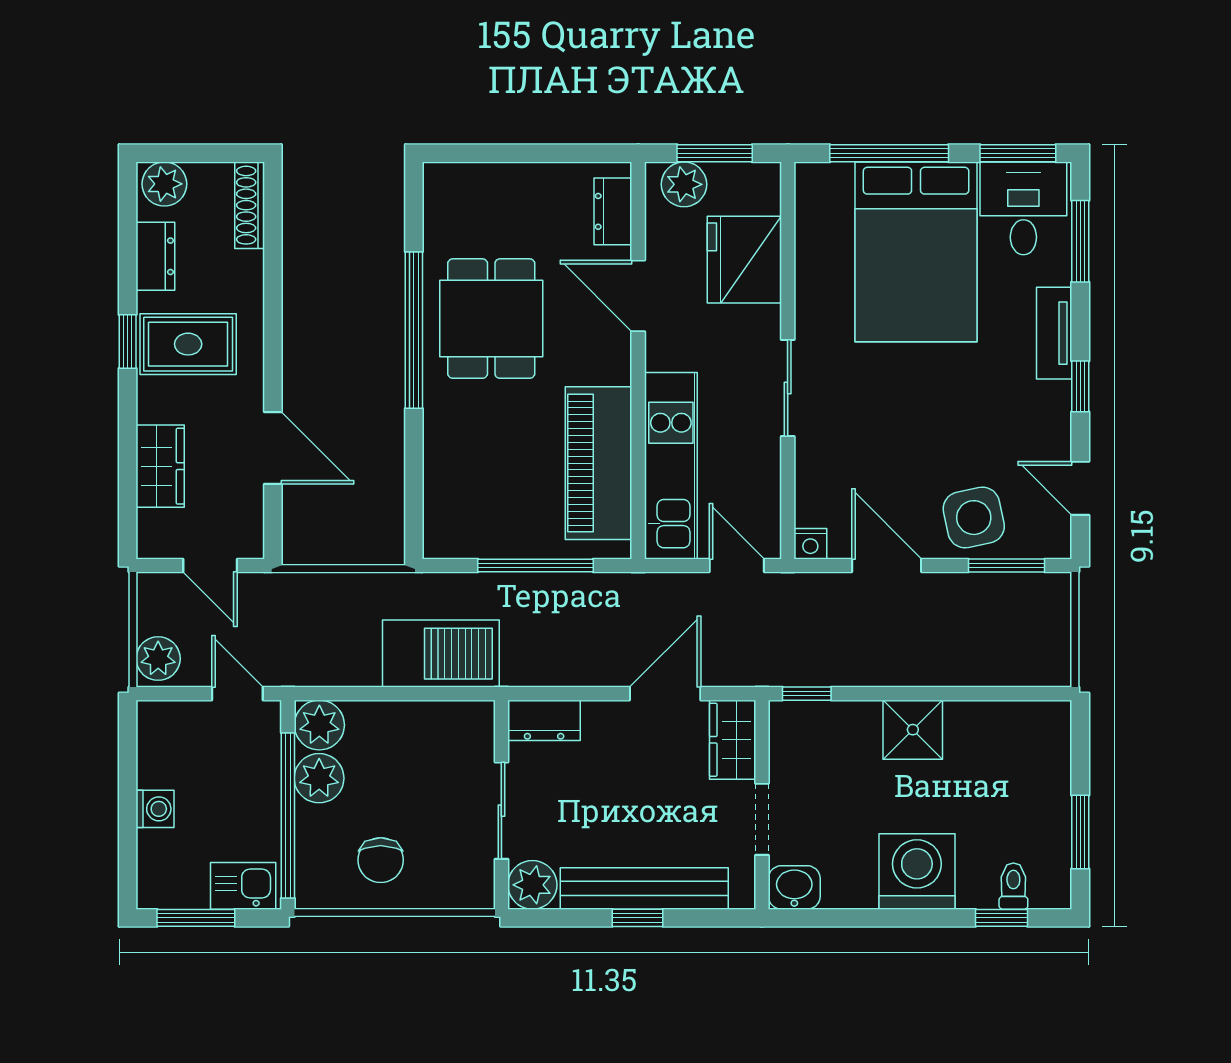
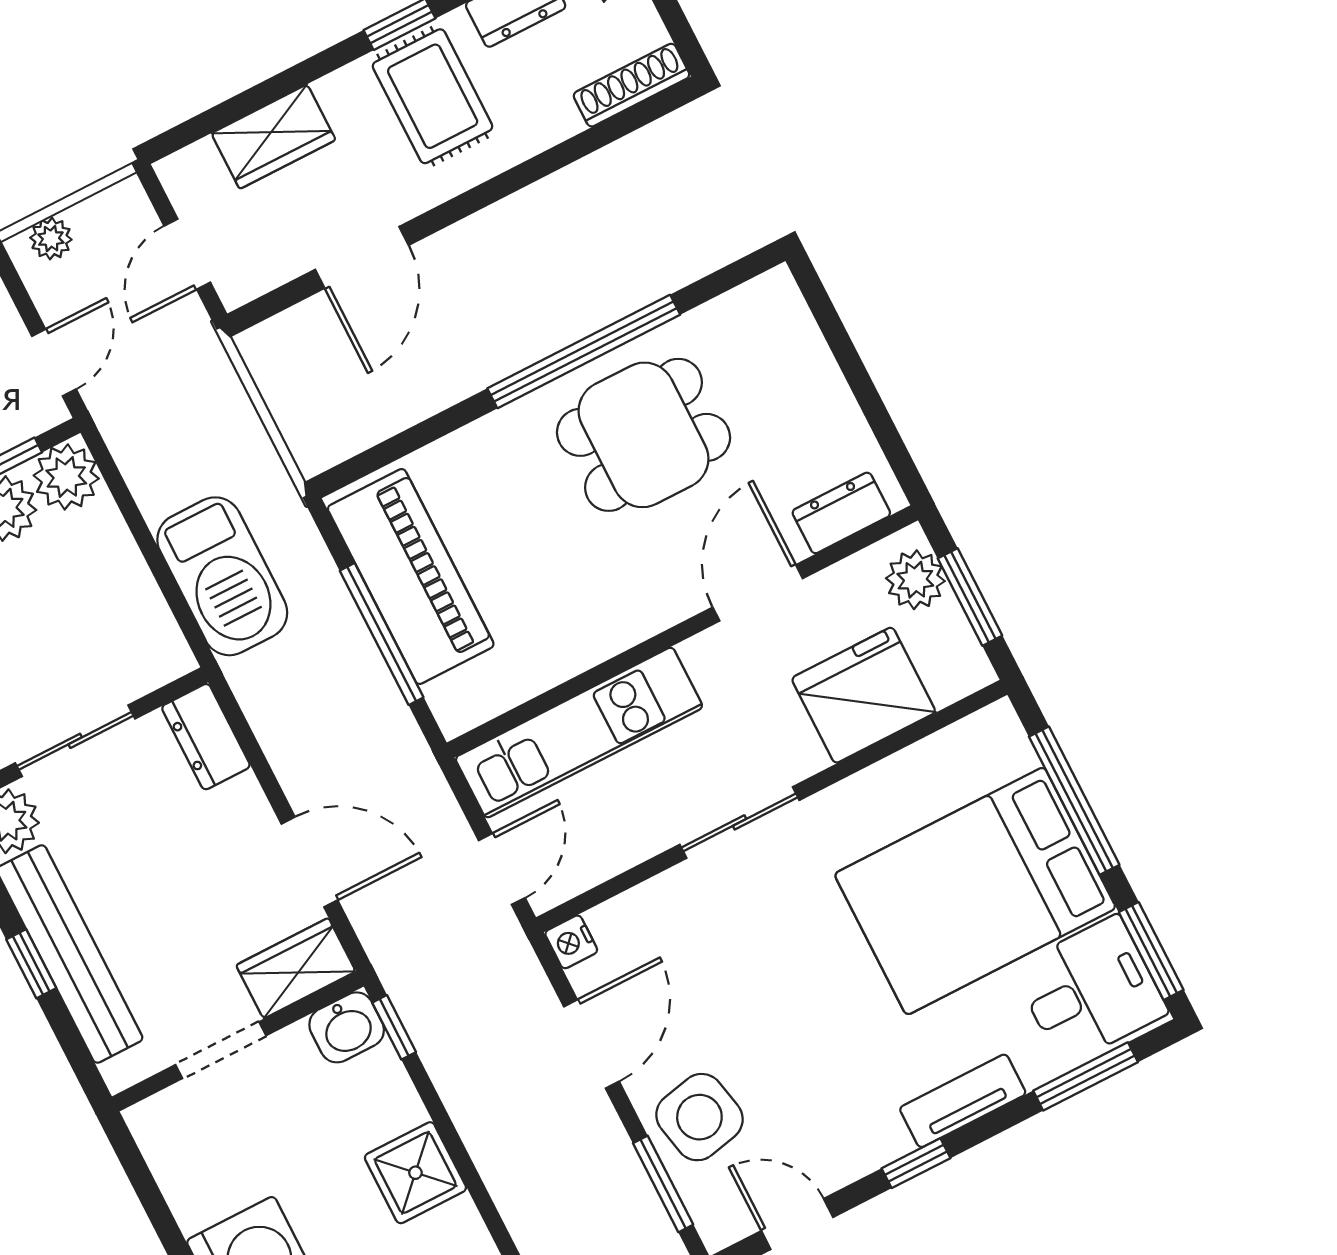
piano: (599, 463) -> (411, 576), moved, turned 90
door: (1080, 488) -> (797, 1224), hinge flipped
plant: (158, 659) -> (51, 239), width x0.73, depth x0.73
washbasin: (794, 887) -> (347, 1027), moved, turned 90

